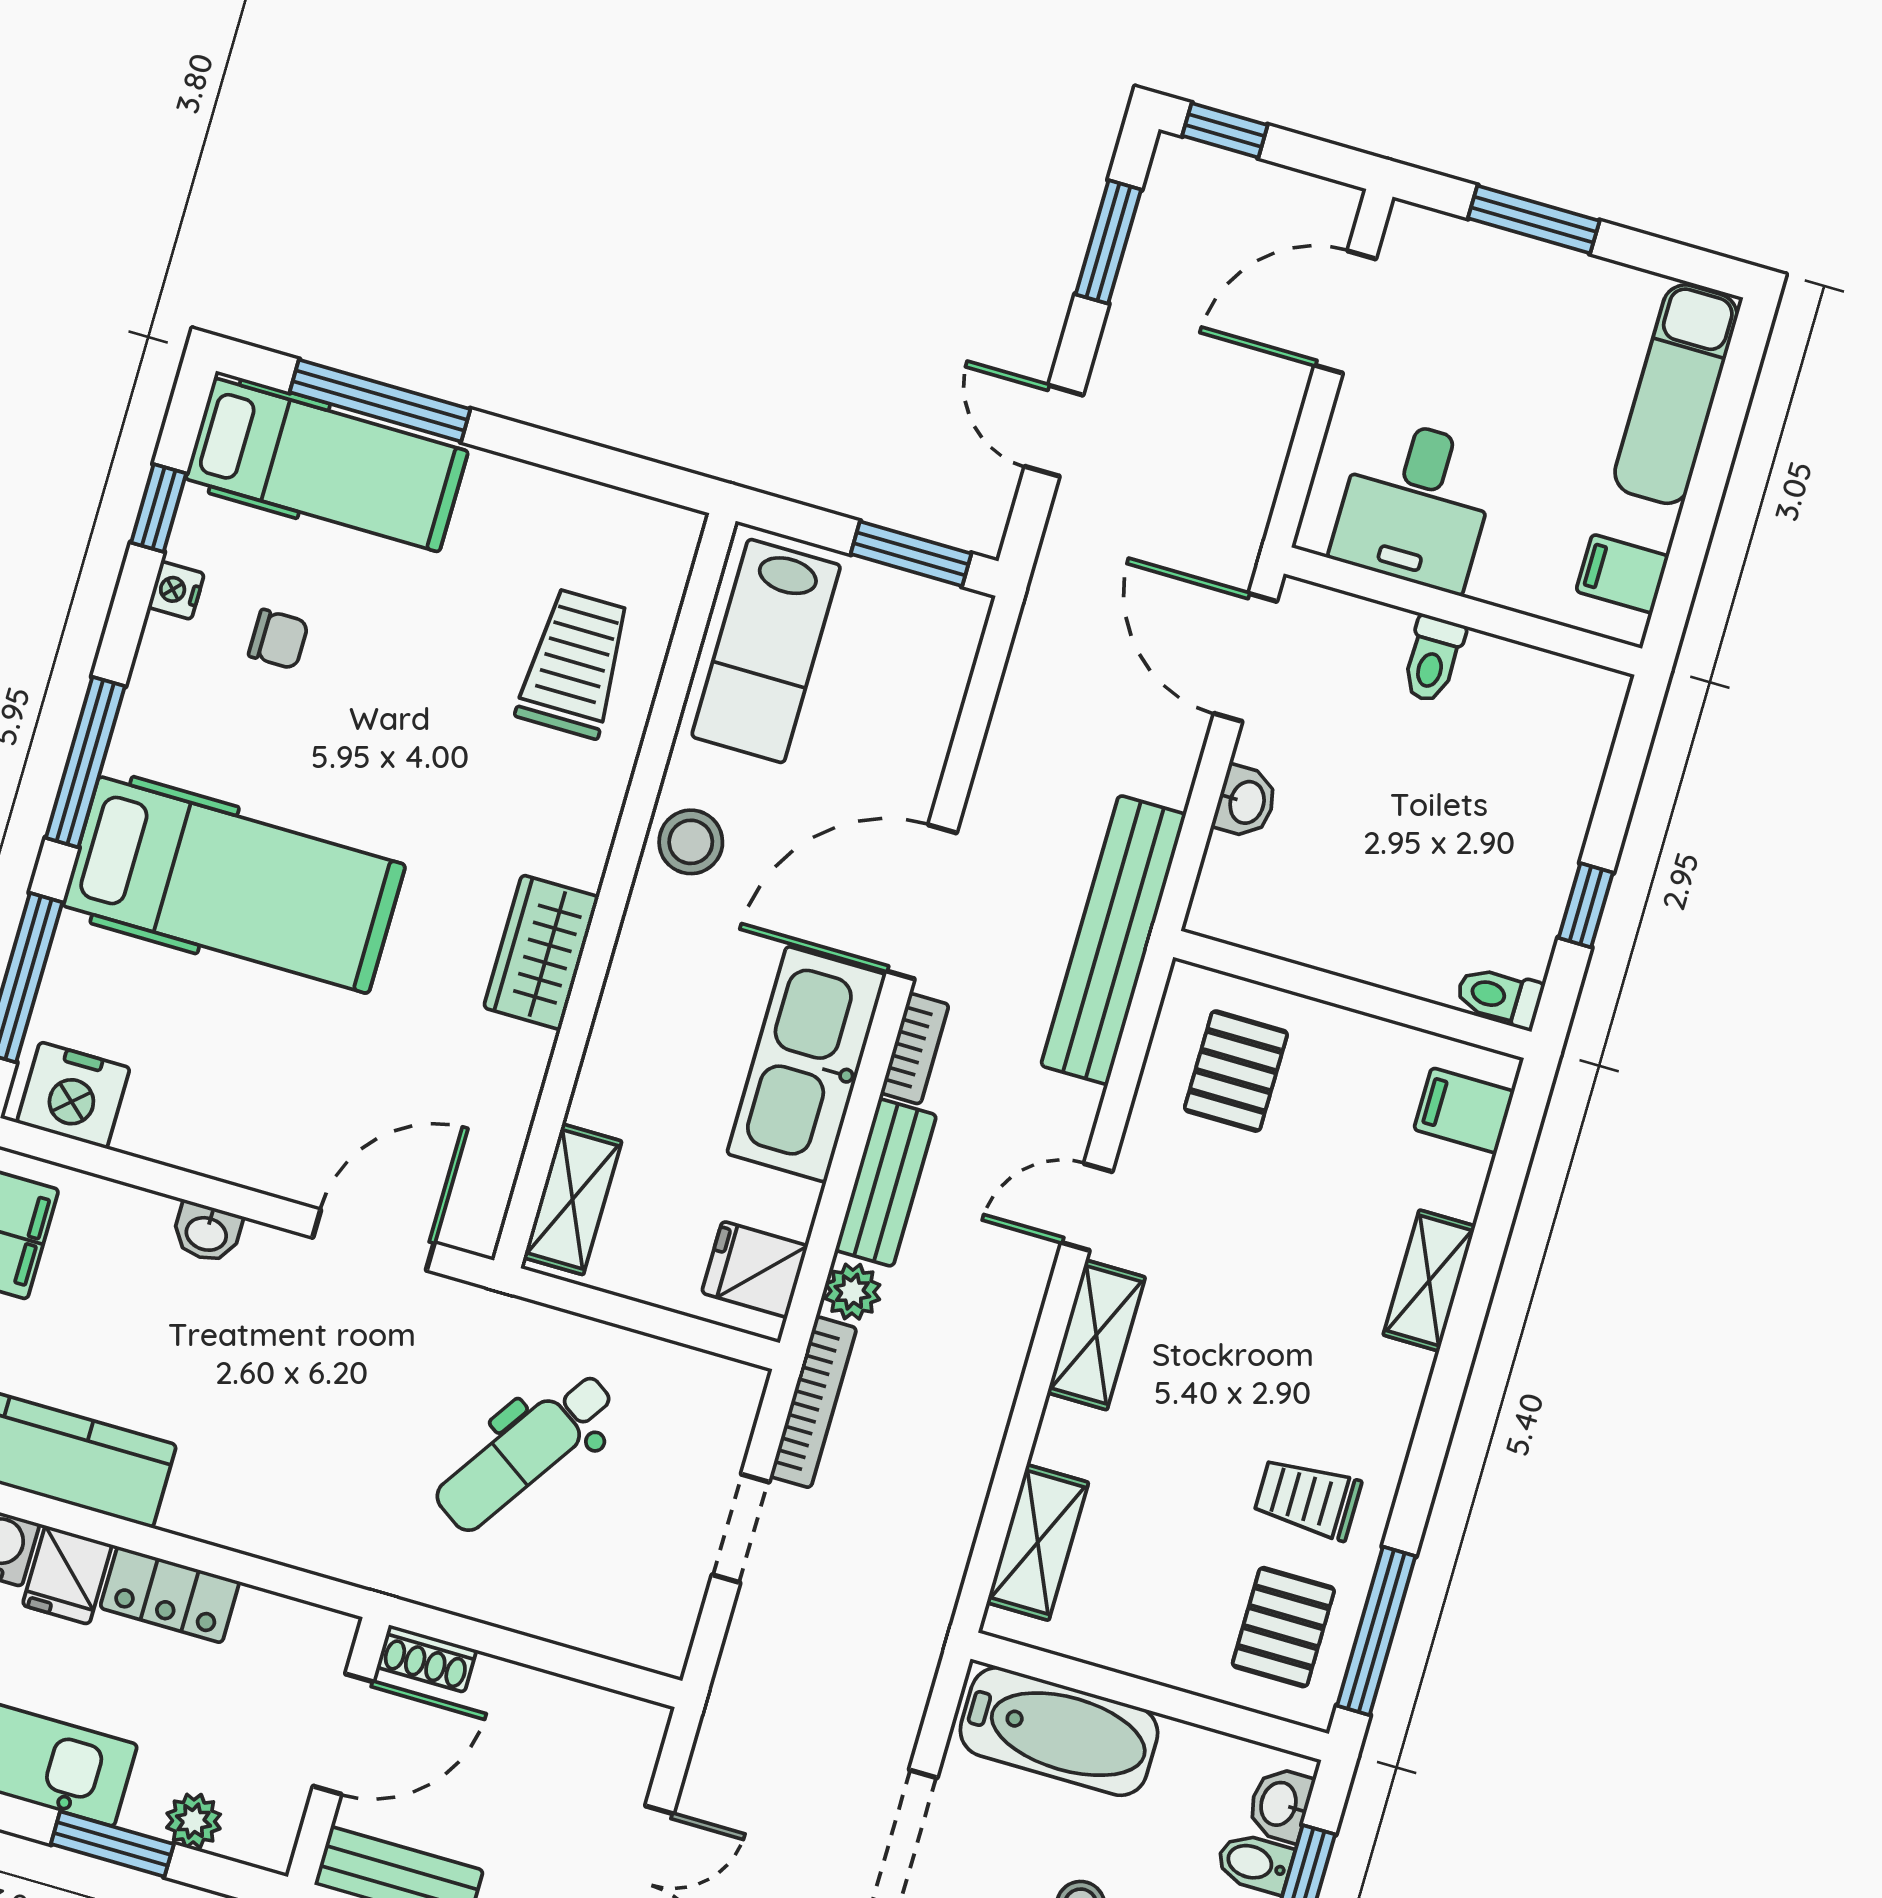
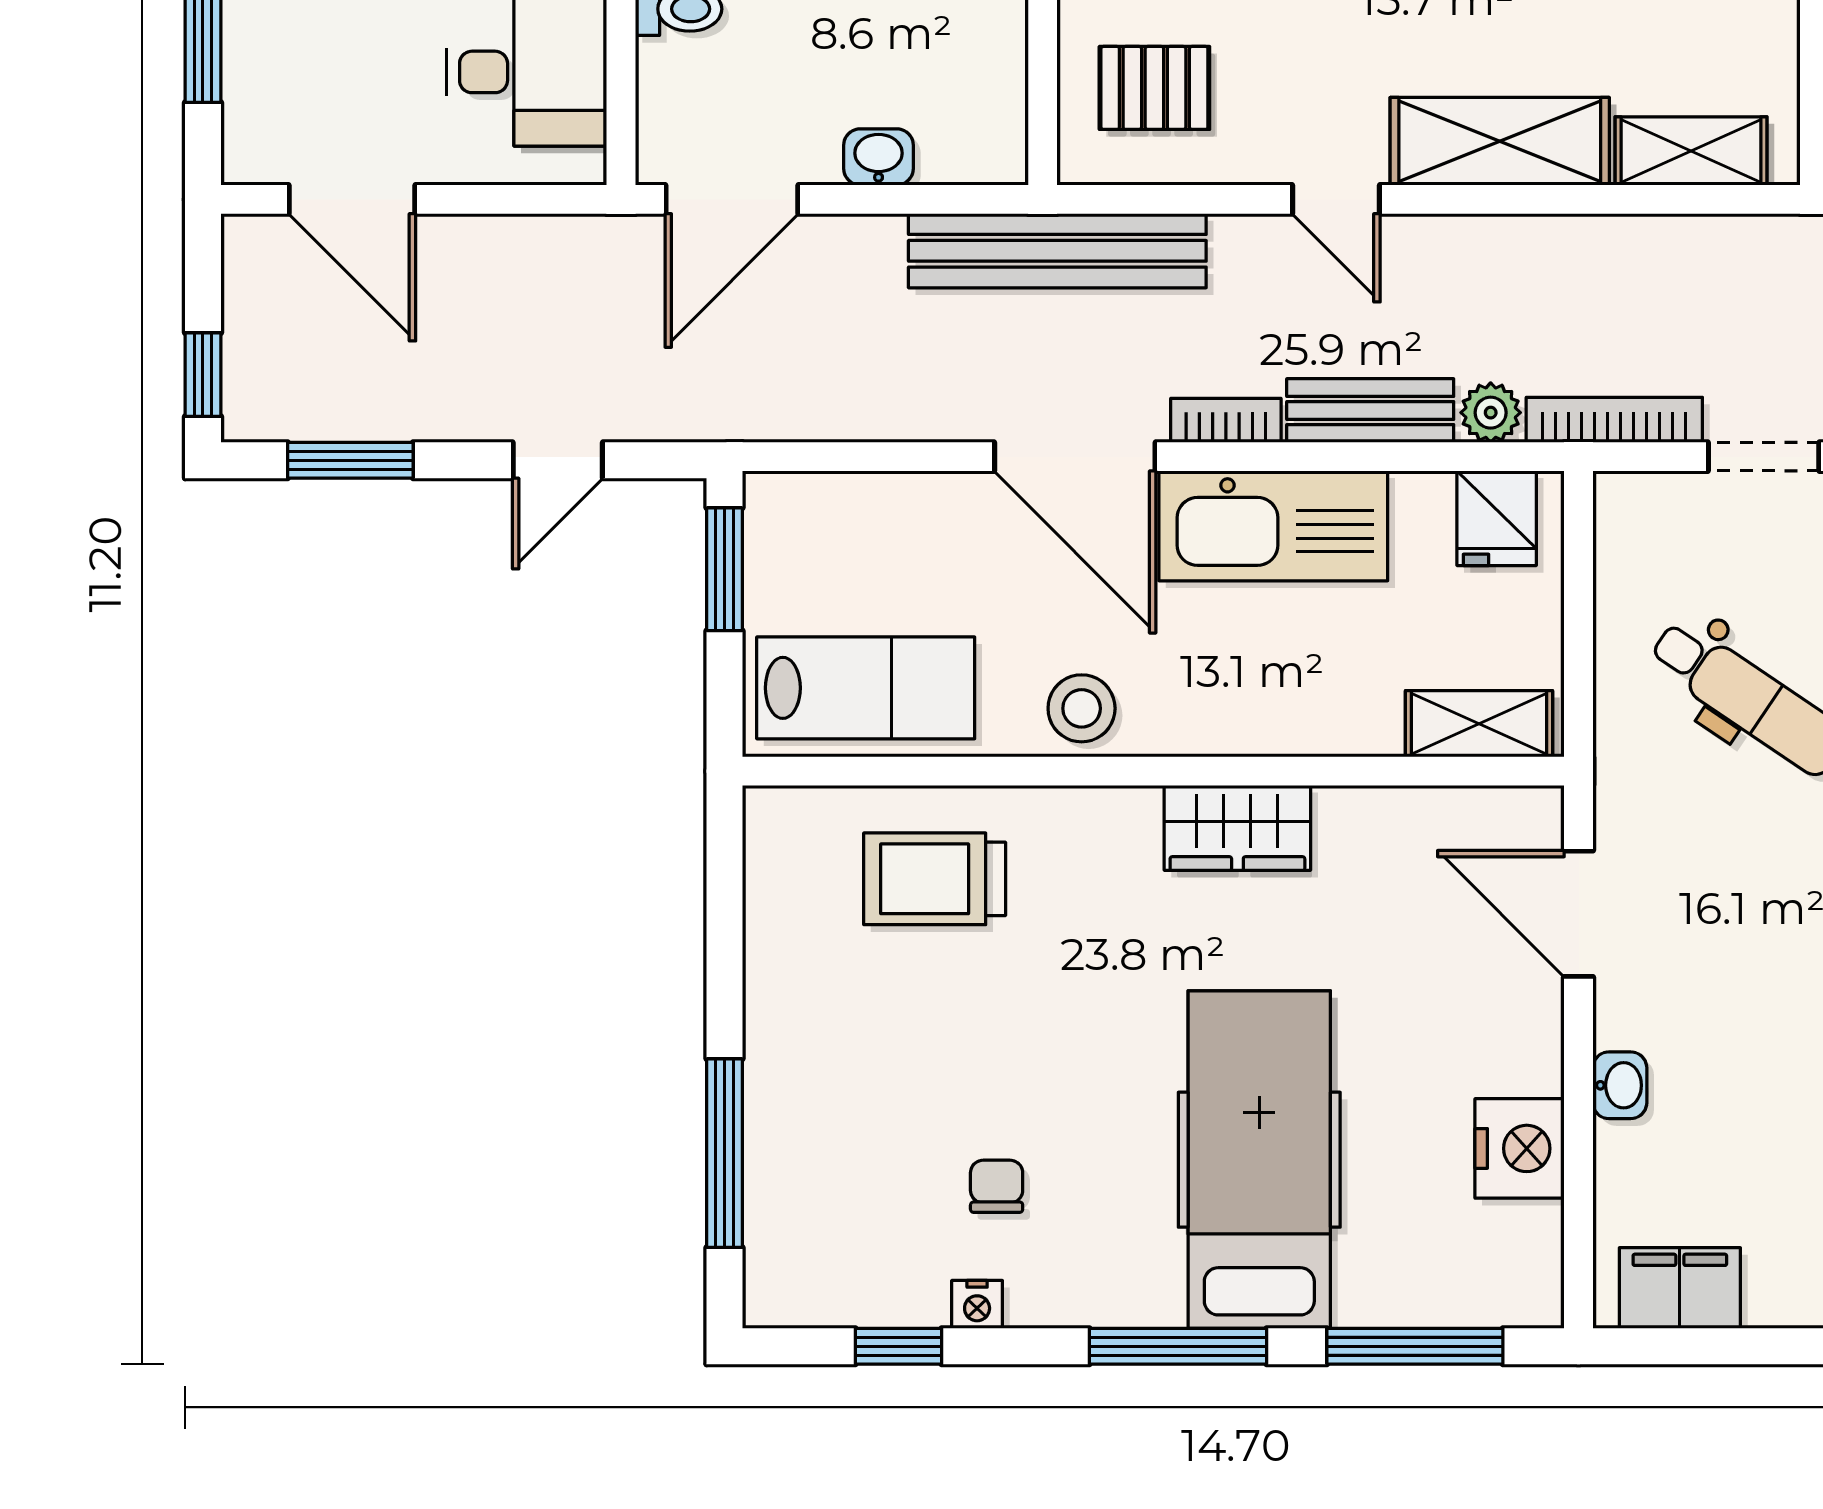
hospital bed: (327, 465) -> (806, 1188), removed
nightstand: (73, 1095) -> (1520, 1148), moved
shelving: (1096, 1335) -> (1500, 141), width x1.50, depth x1.33

